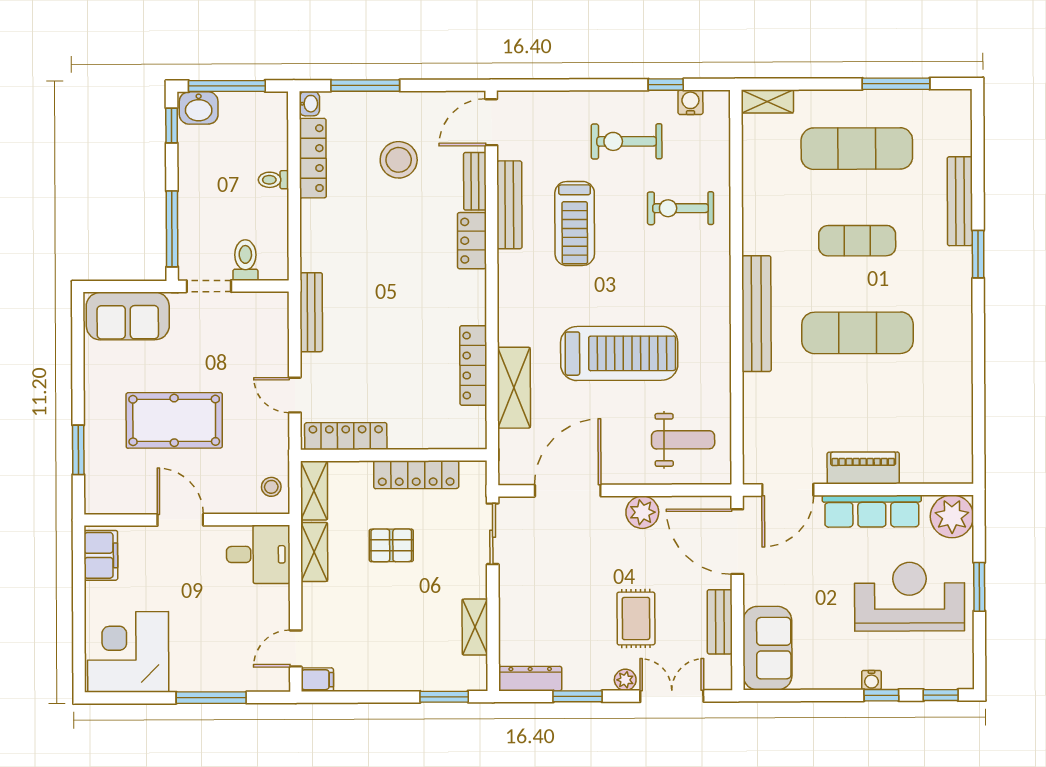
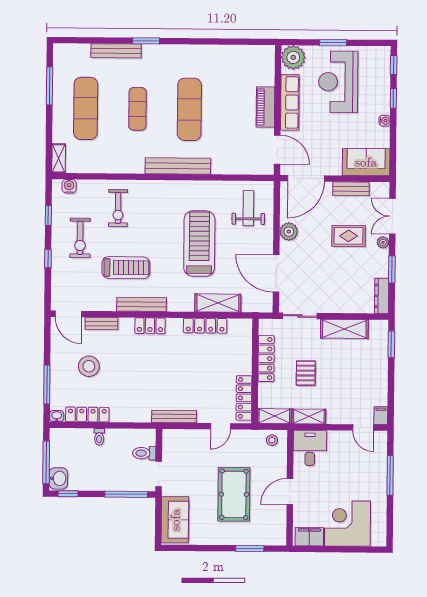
window: (589, 85) -> (48, 259), added
water cooler: (690, 102) -> (69, 186), moved, turned 90
bench: (509, 205) -> (141, 304), moved
locker: (472, 241) -> (150, 326), moved
shelving: (475, 627) -> (344, 329), width x1.50, depth x1.33
corner desk: (128, 652) -> (347, 524), moved, turned 90
water cooler: (871, 680) -> (385, 121), moved

